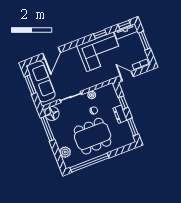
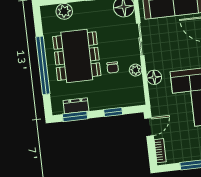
floor lamp: (93, 81) -> (154, 77), added
dresser: (120, 114) -> (76, 106), moved
window: (89, 163) -> (43, 65), moved

